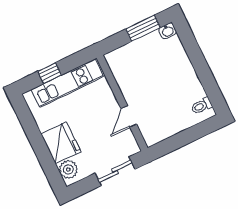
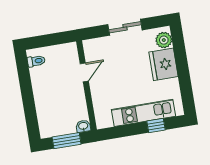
washbasin: (168, 31) -> (83, 126), moved
wall: (122, 103) -> (86, 85), moved
door: (129, 117) -> (84, 72), moved

